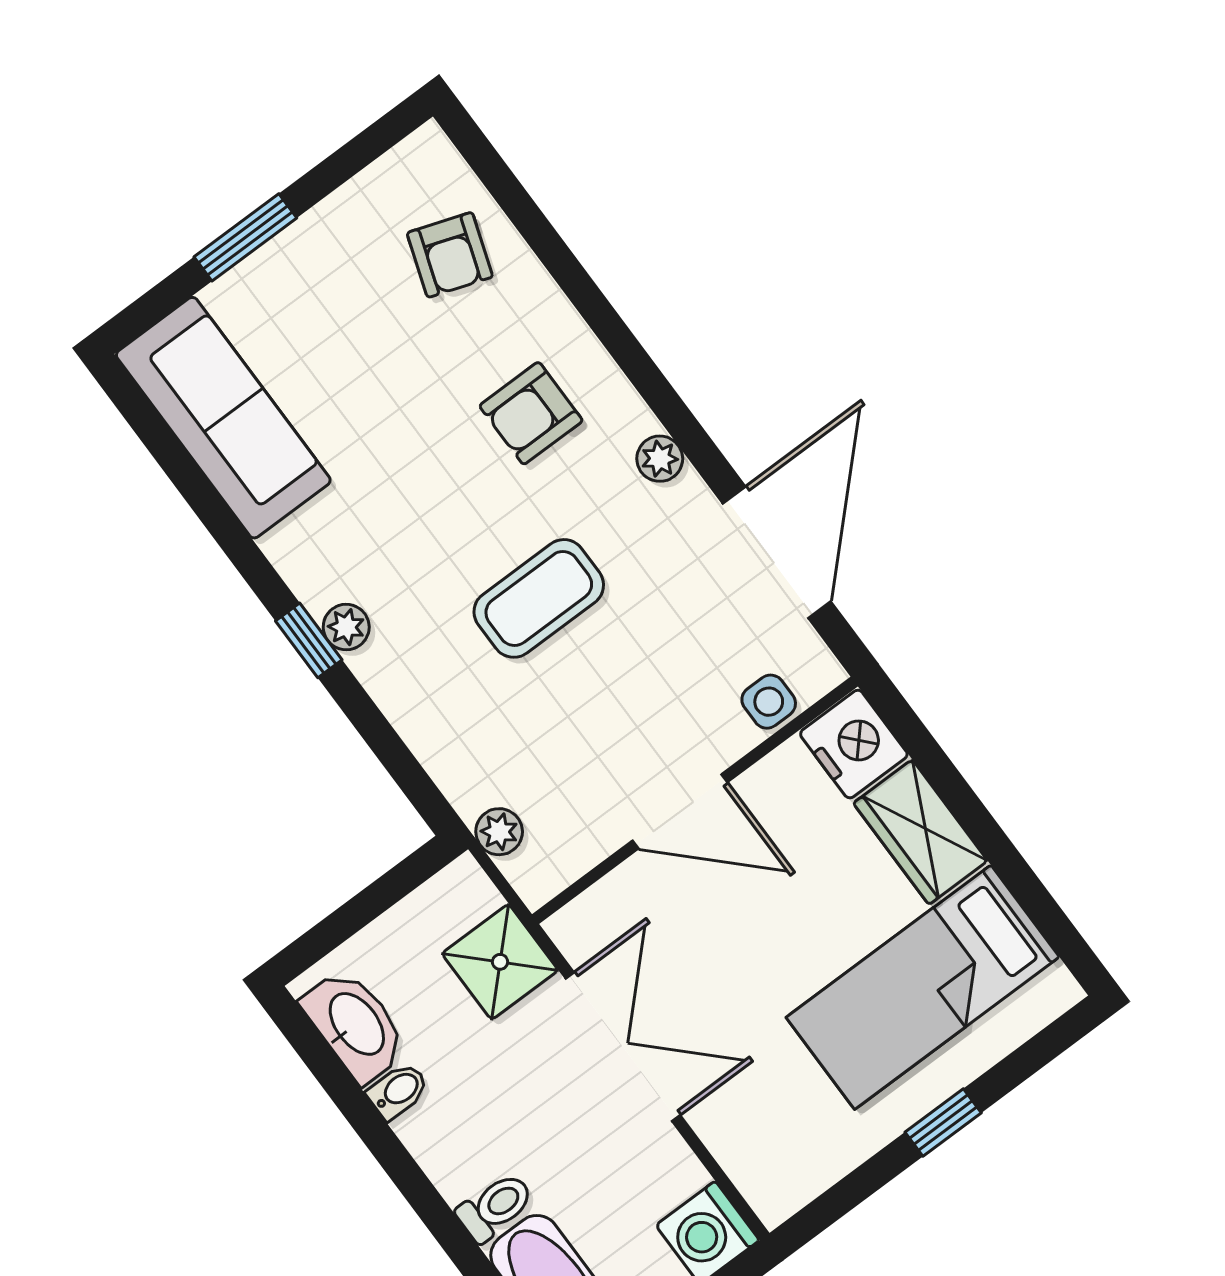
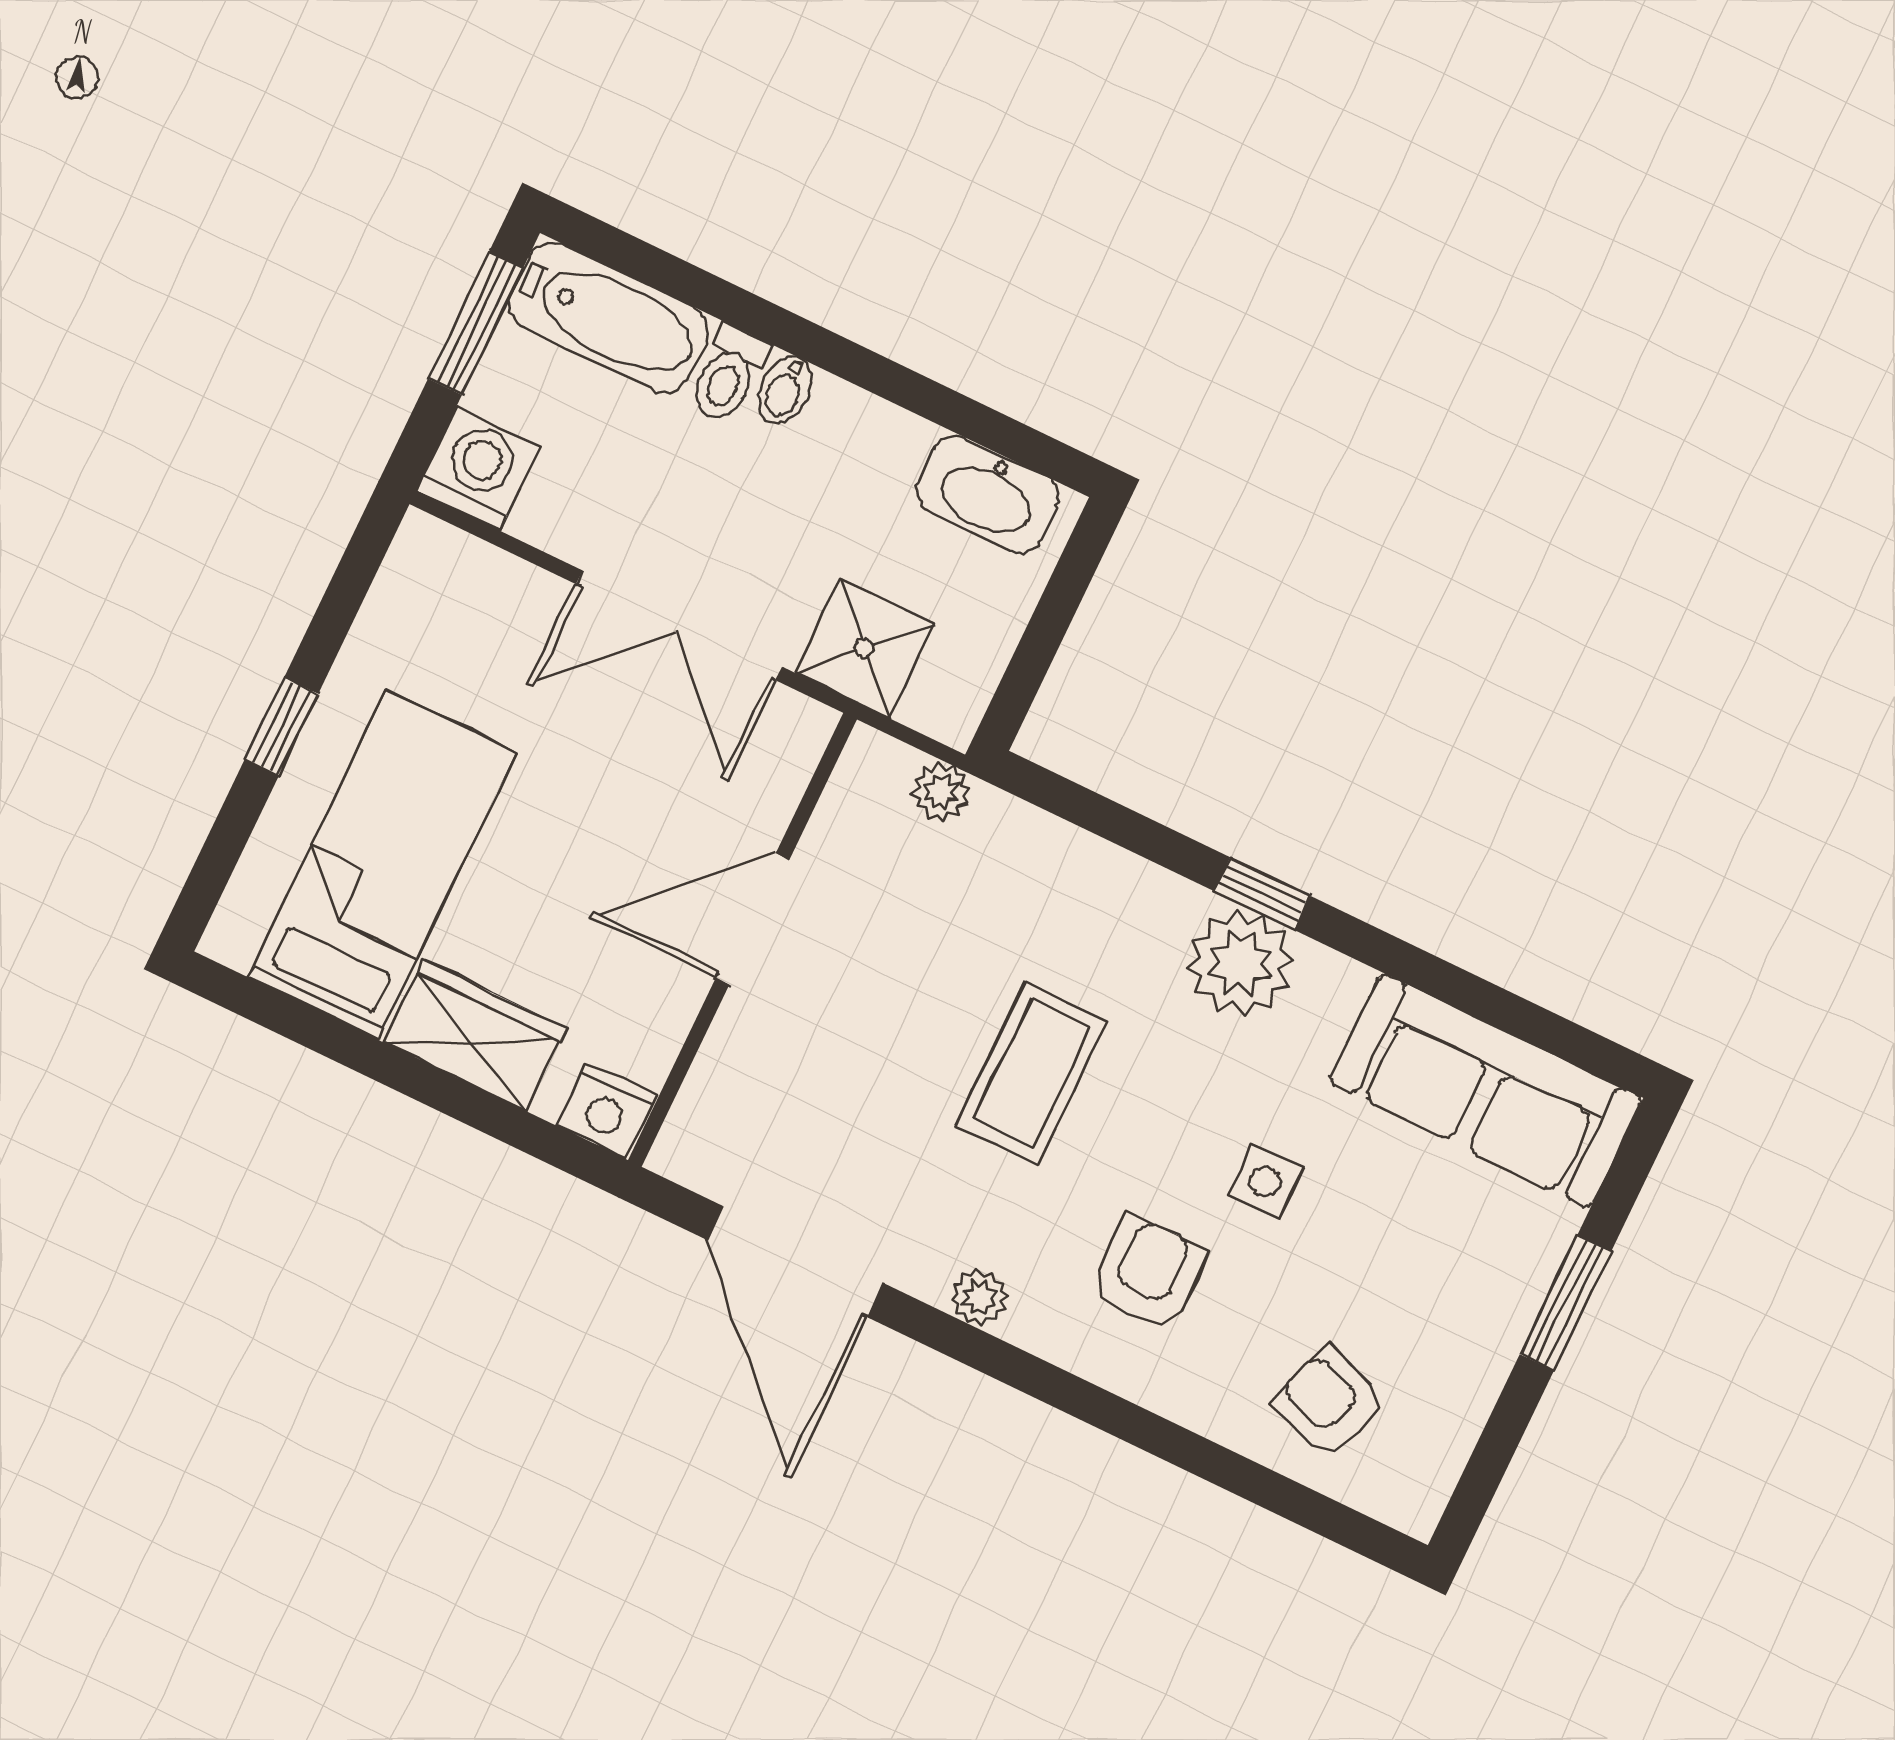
plant: (346, 627) -> (1240, 963), width x1.87, depth x1.87
side table: (769, 702) -> (1265, 1182), moved
nightstand: (854, 744) -> (607, 1111), width x0.74, depth x0.75
bidet: (398, 1091) -> (785, 390), moved

